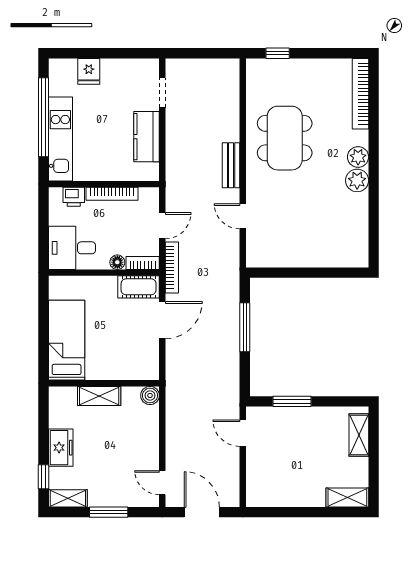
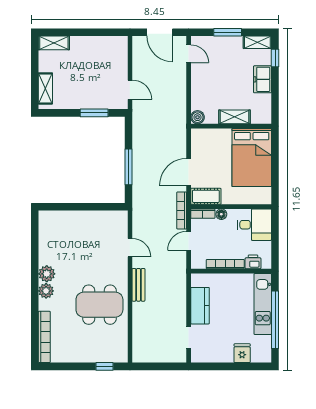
dining table: (285, 138) -> (99, 305), turned 90
bed: (67, 340) -> (252, 157), width x1.50

